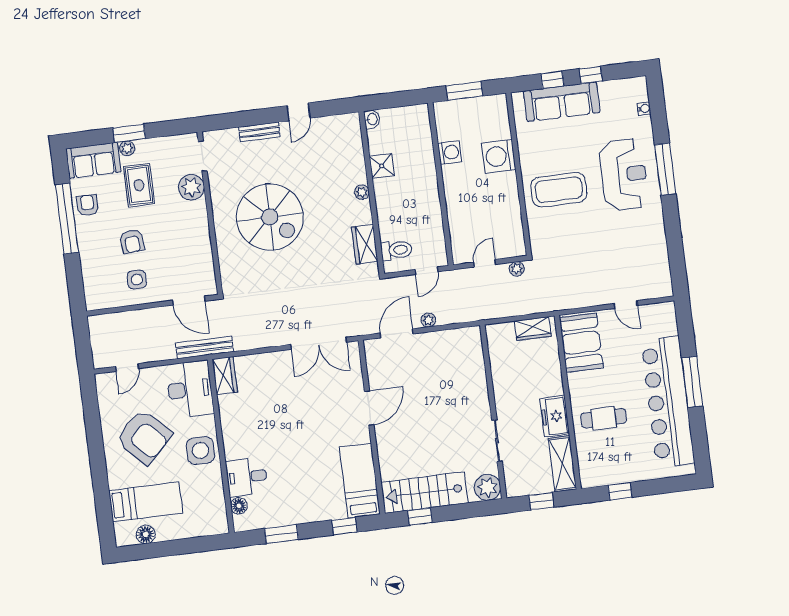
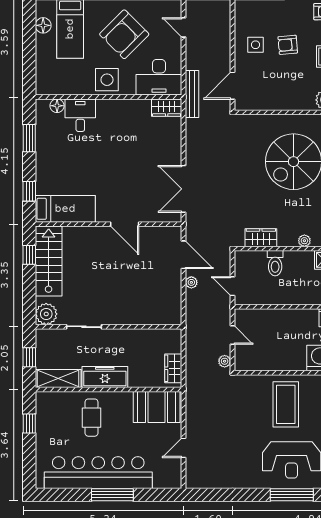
toilet: (396, 250) -> (275, 263), moved
freezer: (555, 416) -> (105, 377), width x1.40

